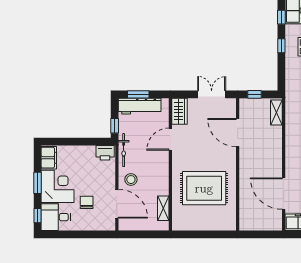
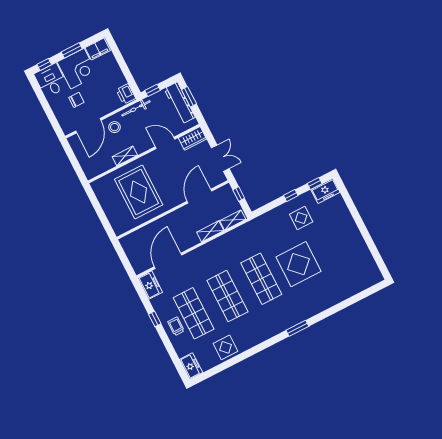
shelving: (276, 139) -> (210, 231), added
shelving: (163, 208) -> (125, 156), moved

